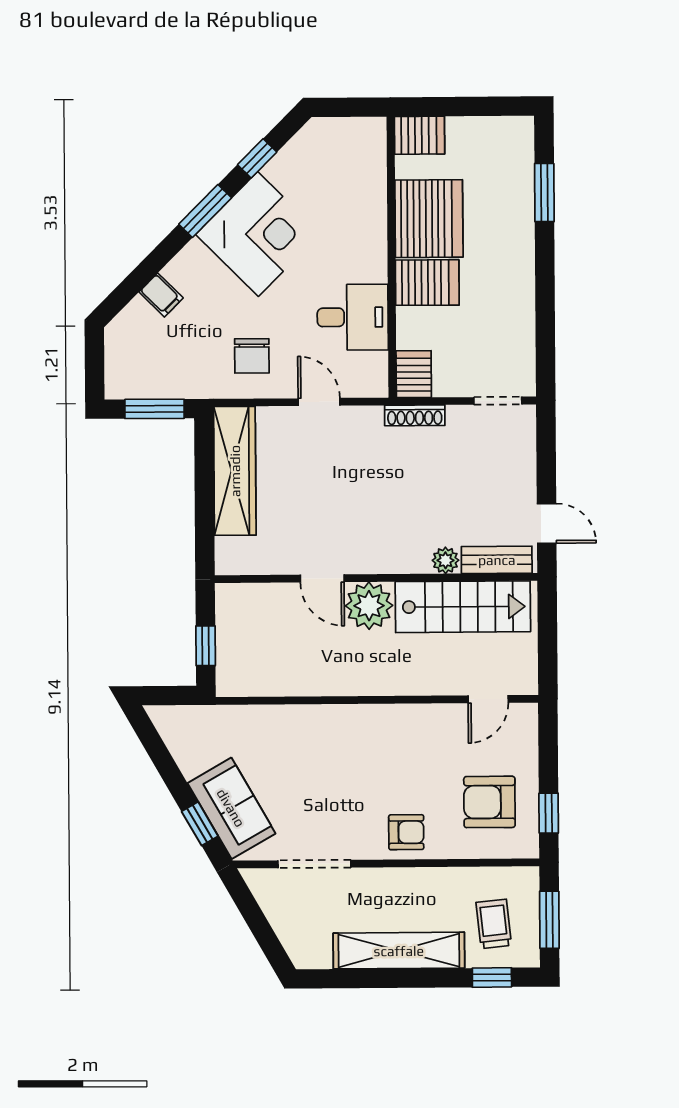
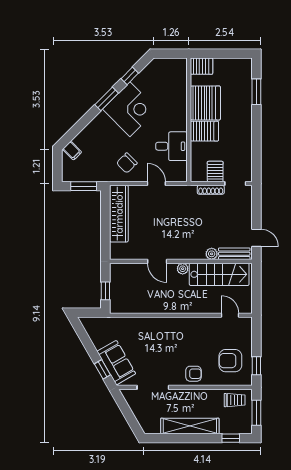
filing cabinet: (161, 295) -> (72, 151), moved
chair: (252, 356) -> (127, 163), turned 45
server rack: (414, 374) -> (215, 172), moved
shoe rack: (415, 415) -> (211, 190), moved
plant: (369, 606) -> (183, 269), width x0.53, depth x0.53
door: (488, 699) -> (230, 315), swing flipped
trolley: (494, 924) -> (235, 400), moved, turned 96

